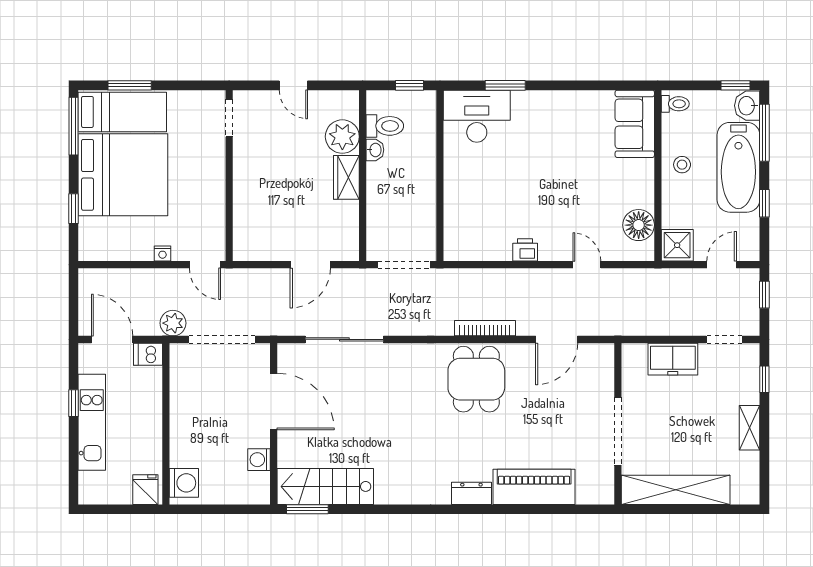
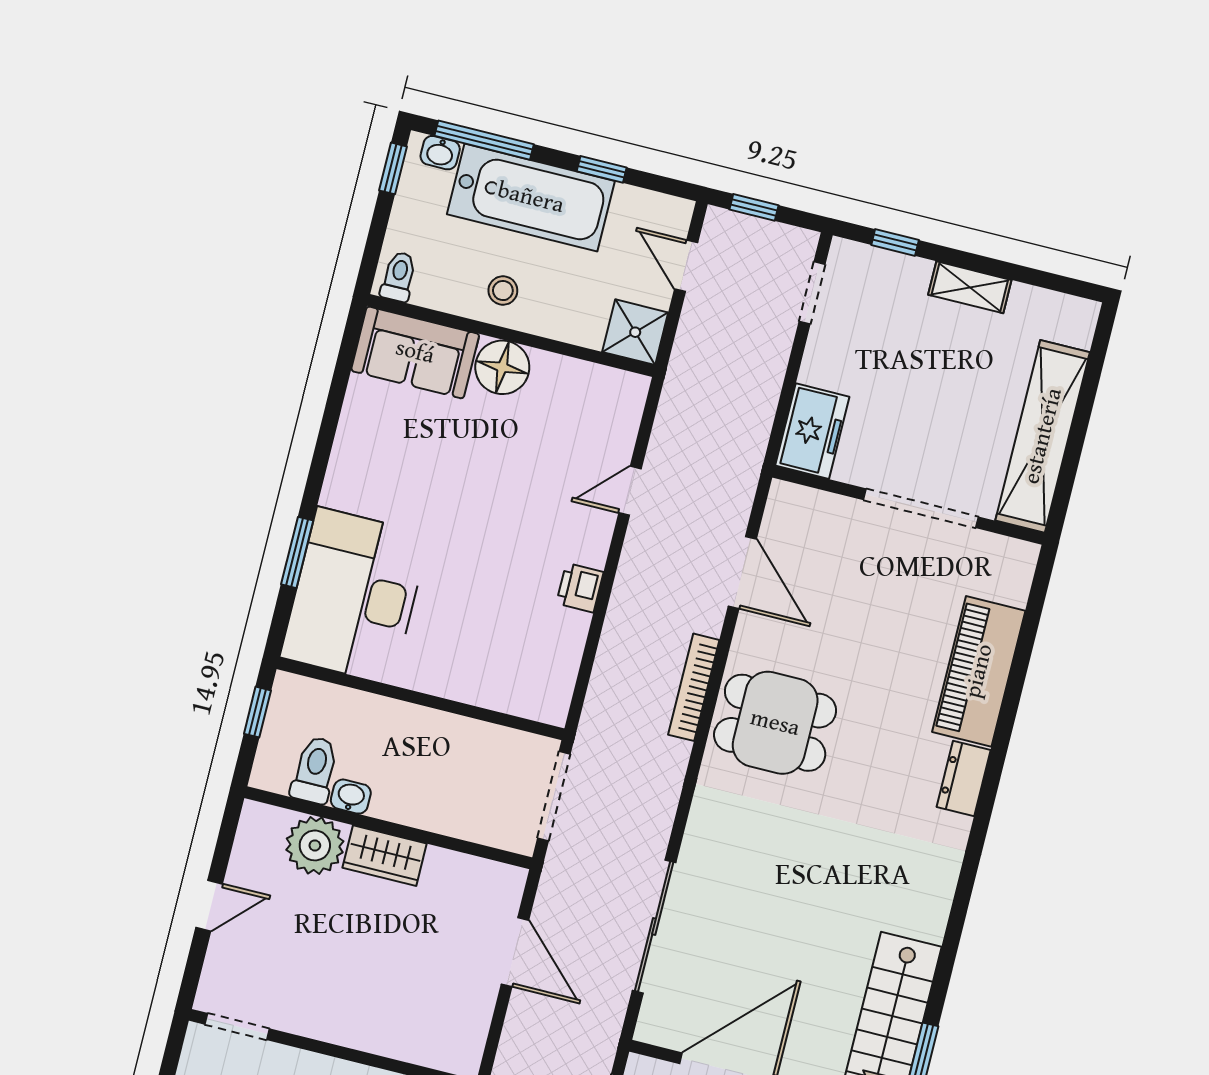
washbasin: (747, 106) -> (440, 153), width x0.72, depth x0.69
desk: (477, 116) -> (355, 596), width x1.36, depth x1.30
floor lamp: (639, 225) -> (502, 367), moved
freezer: (673, 359) -> (812, 431), moved

